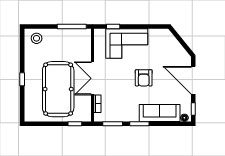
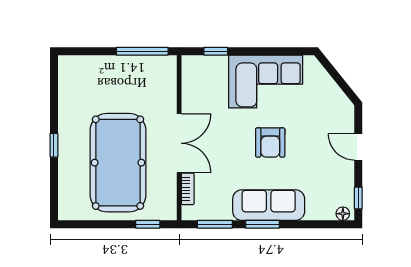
stool: (37, 38) -> (80, 72), removed
corner sofa: (127, 43) -> (266, 81), moved
double door: (92, 78) -> (179, 143), swing flipped
door: (193, 80) -> (358, 147), width x0.53
sofa: (160, 113) -> (269, 205), moved

